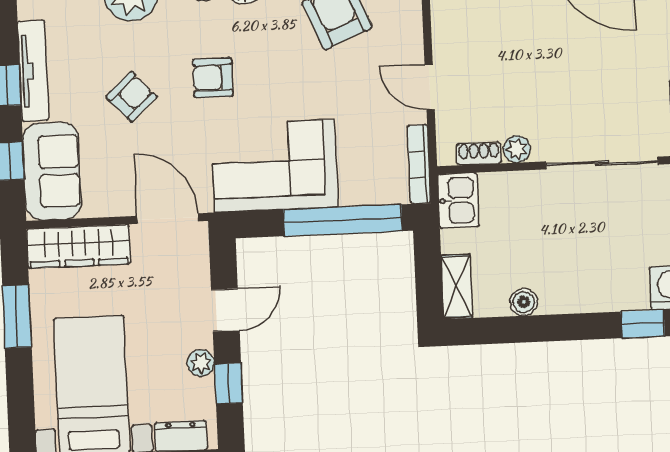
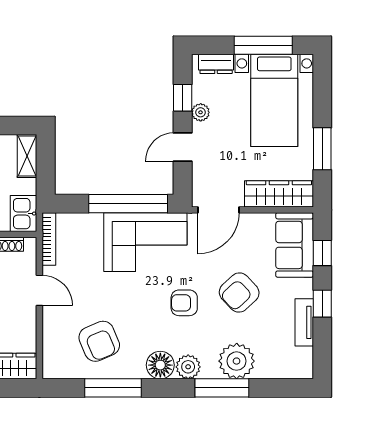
tv unit: (33, 71) -> (304, 322), width x0.71
armchair: (213, 78) -> (184, 303), turned 180
armchair: (132, 97) -> (239, 293), width x1.38, depth x1.38
door: (168, 219) -> (219, 210), hinge flipped
window: (343, 220) -> (128, 204), moved

